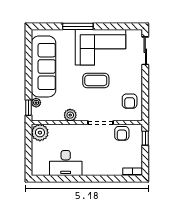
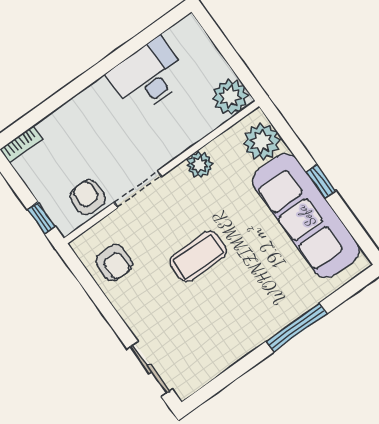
corner sofa: (100, 47) -> (232, 320), removed
armchair: (130, 101) -> (114, 263), turned 180
plant: (36, 103) -> (262, 142), width x1.88, depth x1.88
window: (28, 108) -> (321, 181), moved

